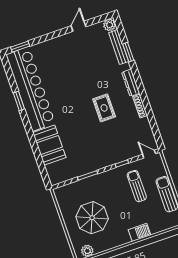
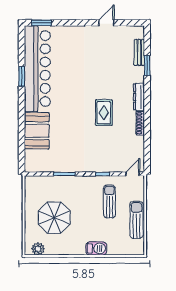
plant: (109, 25) -> (138, 32), removed
bench: (119, 47) -> (139, 52), width x0.73
door: (149, 154) -> (133, 174), hinge flipped

